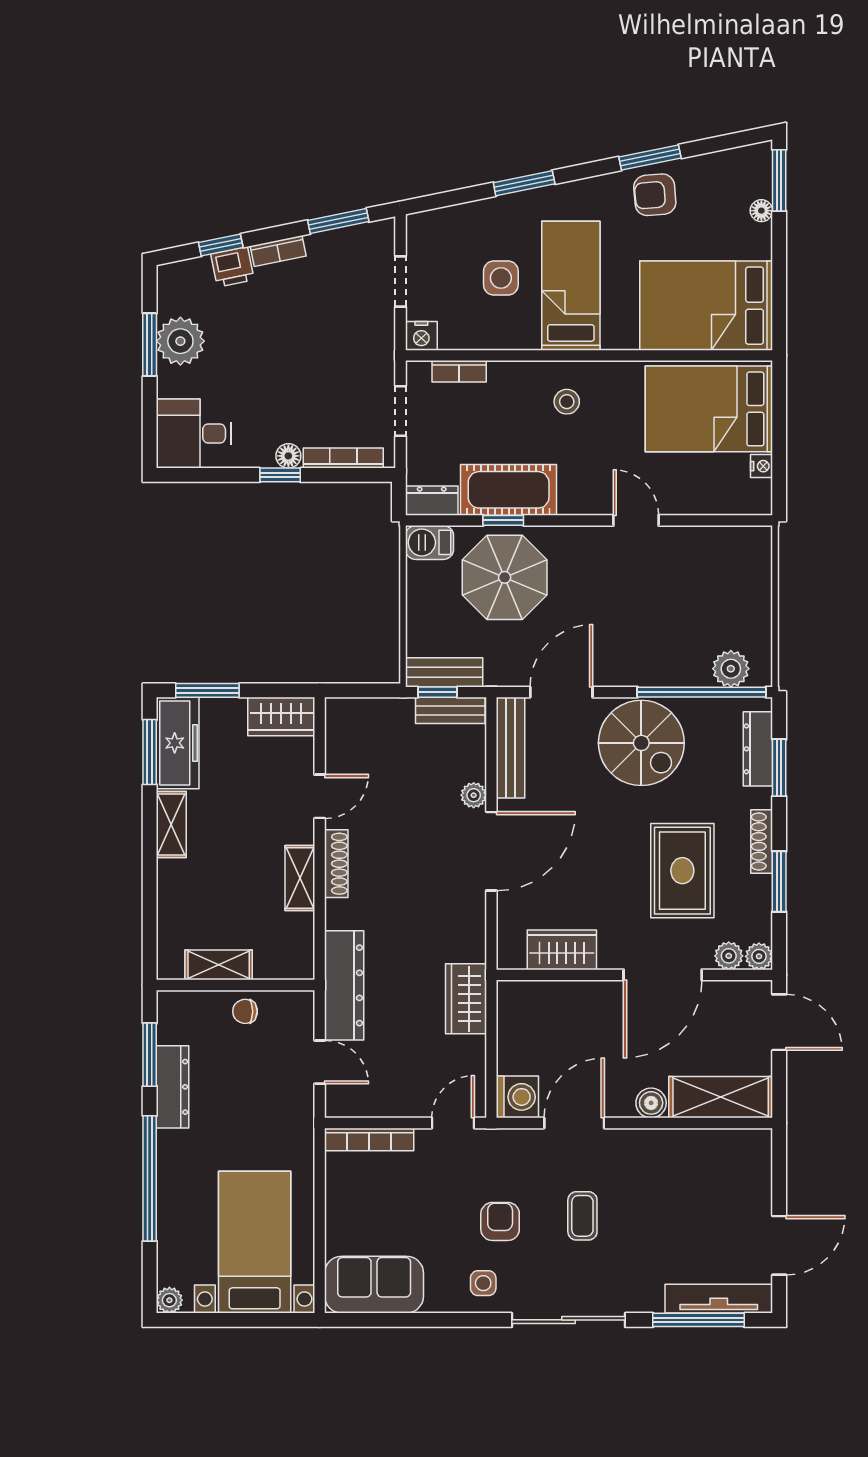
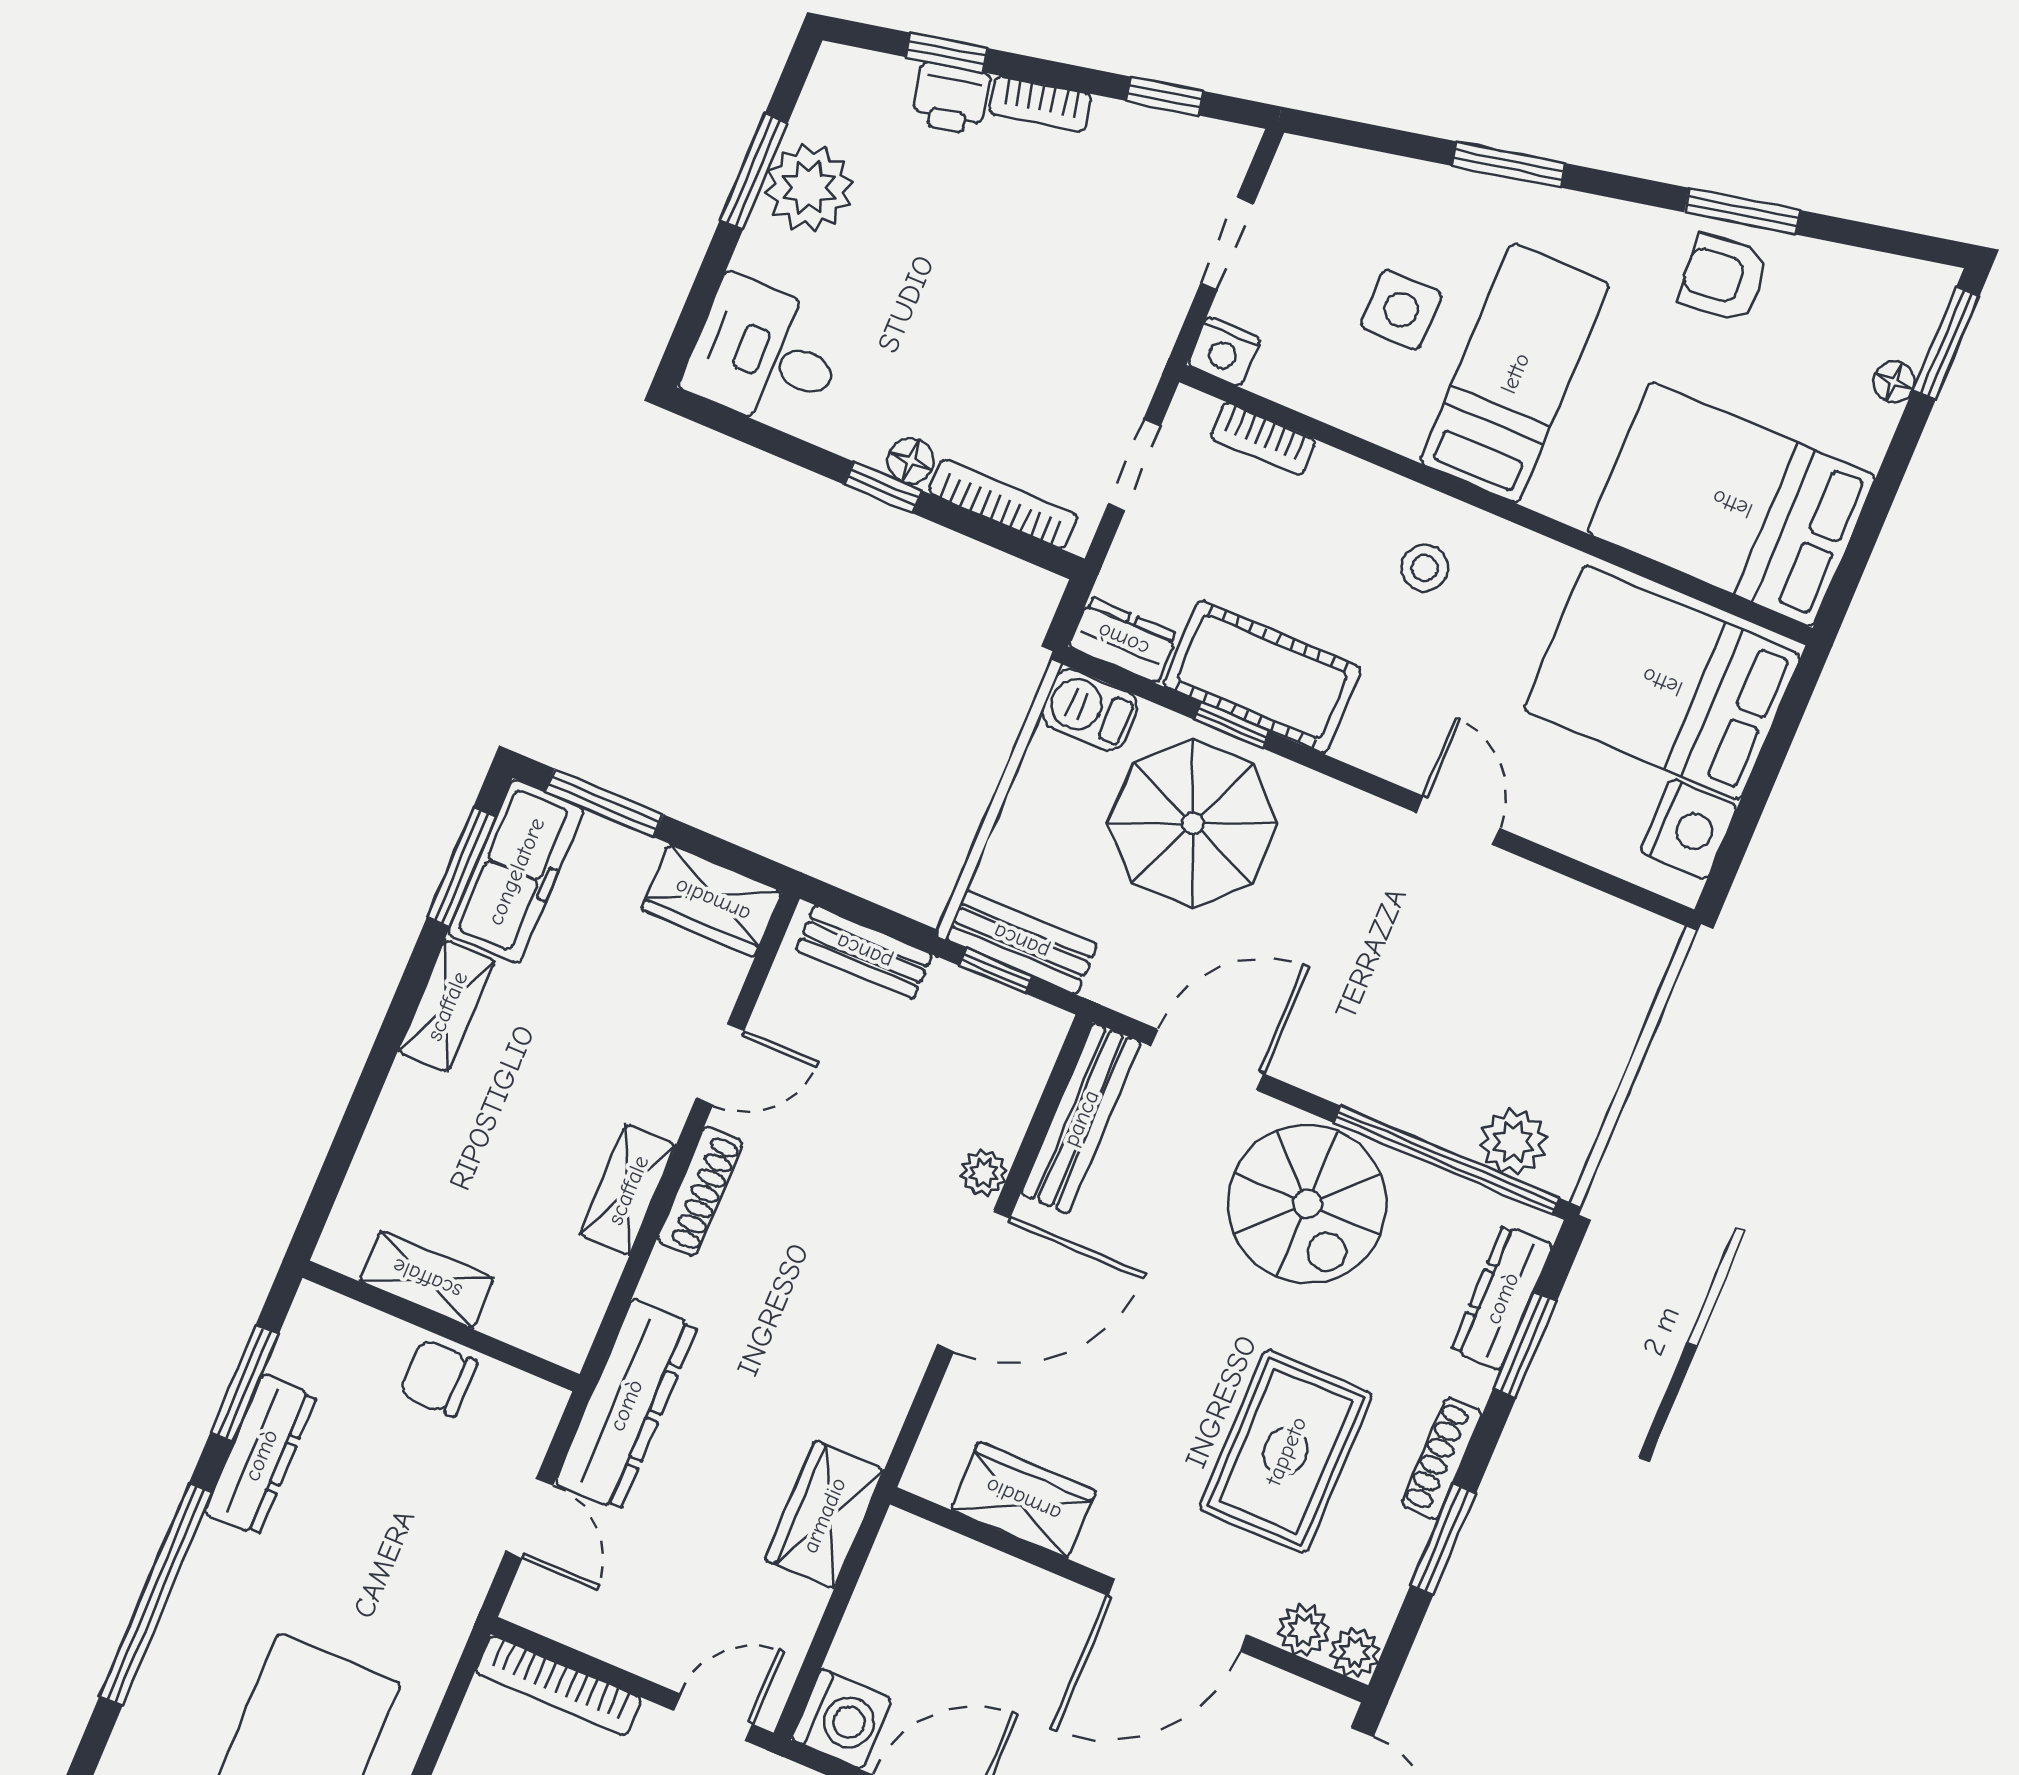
window: (338, 221) -> (1165, 96), width x0.67
nightstand: (761, 466) -> (1689, 829), width x1.89, depth x1.79
bench: (450, 710) -> (864, 952), moved
chair: (245, 1011) -> (438, 1378), width x1.37, depth x1.37

